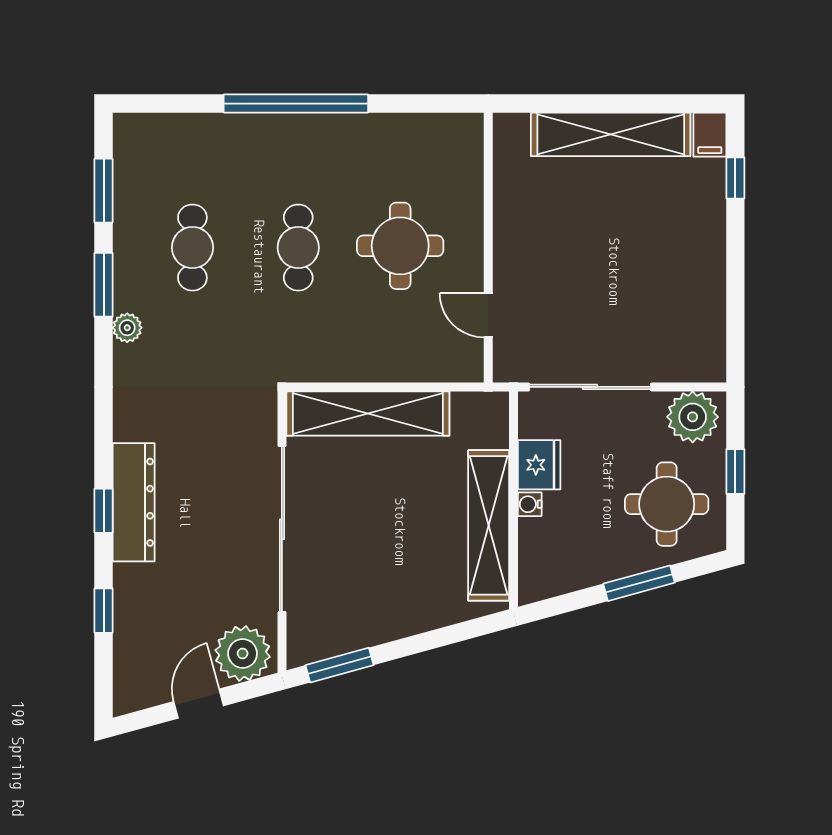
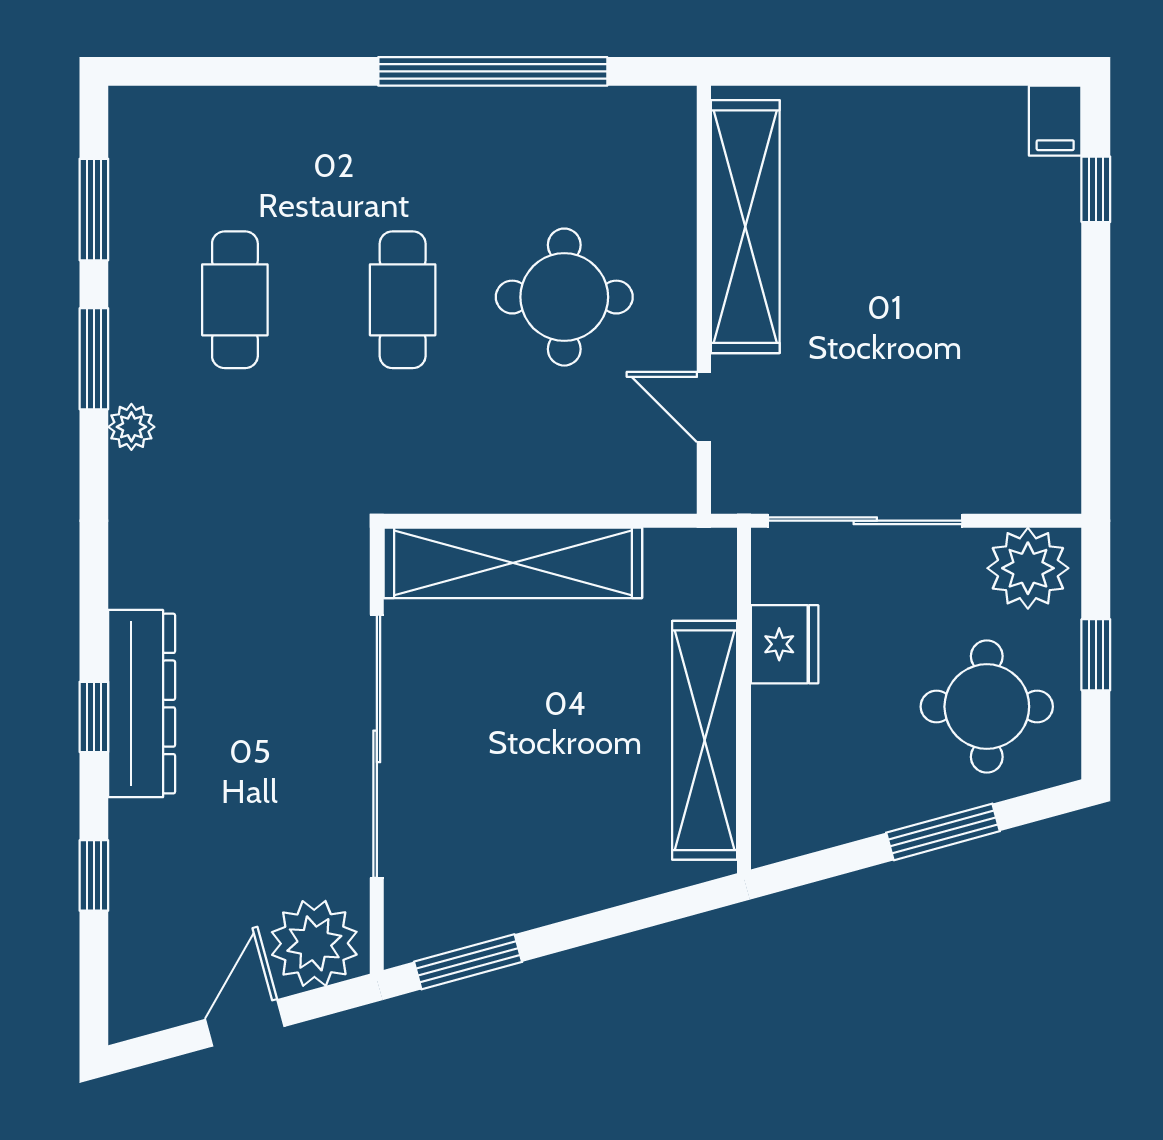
window: (296, 104) -> (493, 71), moved
shelving: (611, 134) -> (745, 227), moved, turned 90
water cooler: (530, 504) -> (770, 707), removed

